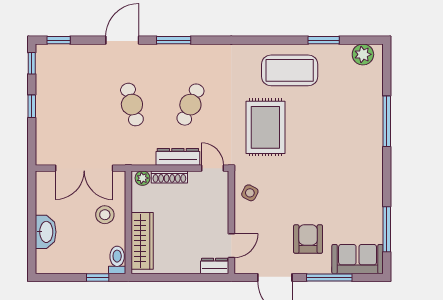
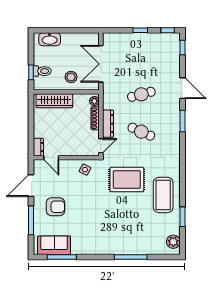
washbasin: (46, 232) -> (50, 39), moved
sofa: (358, 259) -> (54, 245), moved, turned -90
toilet: (117, 260) -> (42, 71), moved

